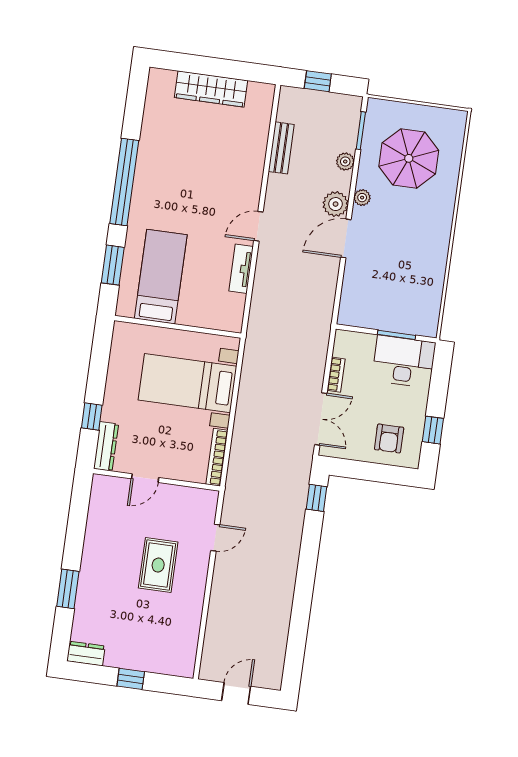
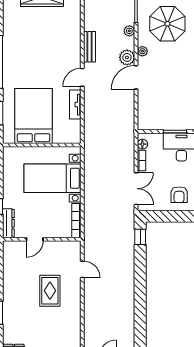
bench: (281, 148) -> (89, 47), moved
bed: (161, 277) -> (34, 116), width x1.50
floor lamp: (341, 348) -> (142, 144), added
door: (215, 538) -> (82, 269), hinge flipped

